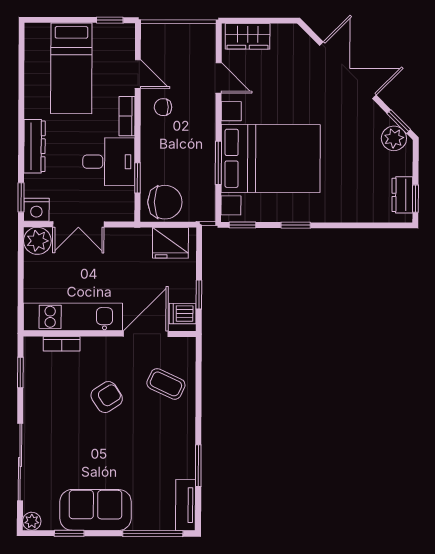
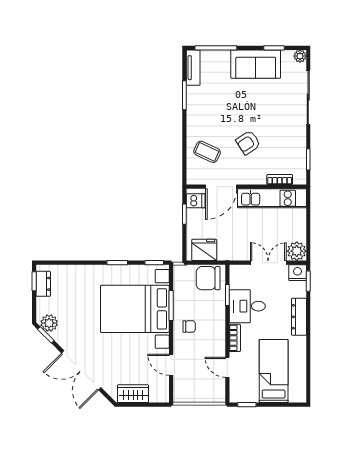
wardrobe: (248, 36) -> (133, 394), moved
chair: (163, 107) -> (189, 327), moved

